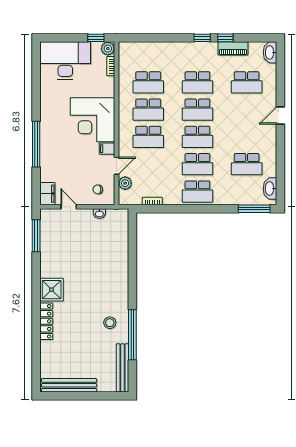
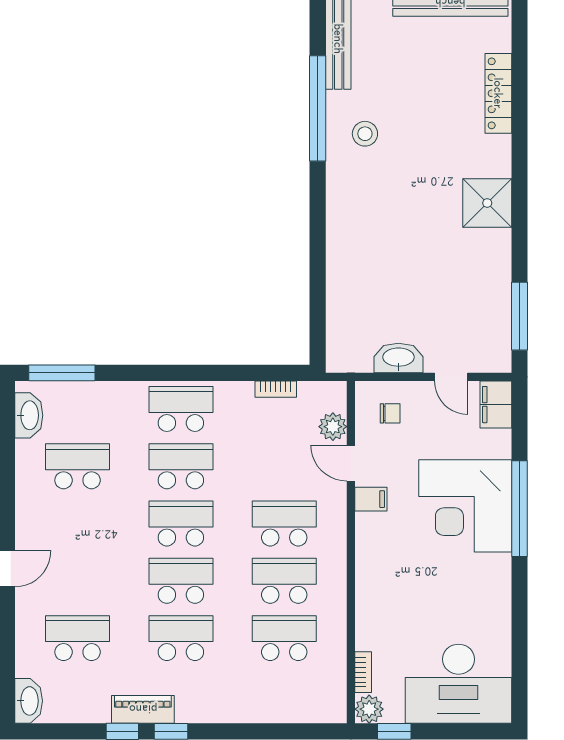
piano: (233, 48) -> (143, 709), moved
corner desk: (93, 120) -> (465, 506), moved, turned 180
door: (117, 166) -> (351, 463), hinge flipped
washbasin: (99, 214) -> (398, 358), width x1.91, depth x1.45
locker: (46, 321) -> (498, 93), moved

